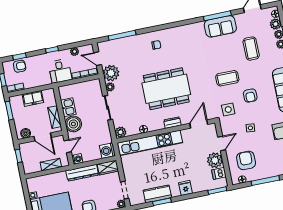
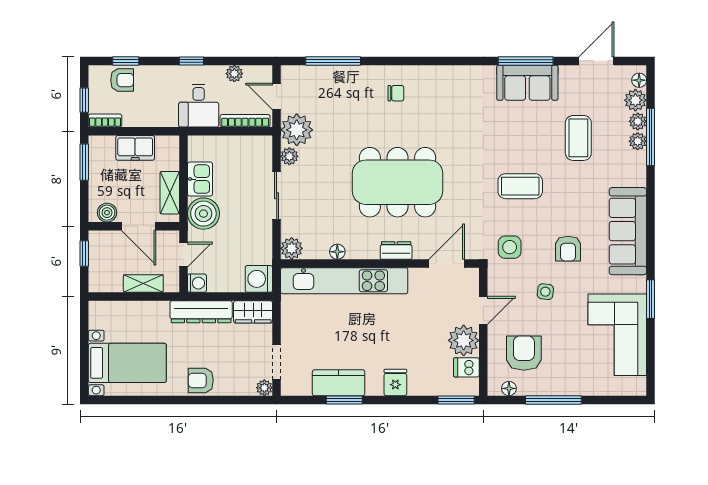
armchair: (250, 96) -> (568, 249), moved

